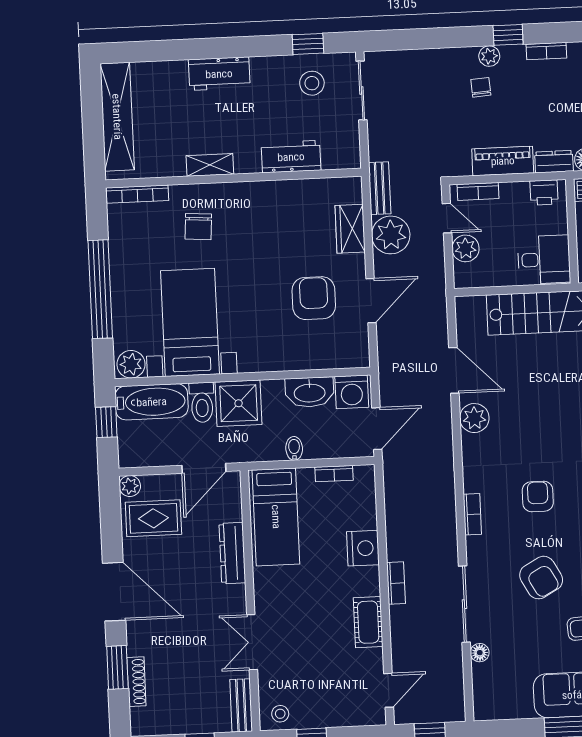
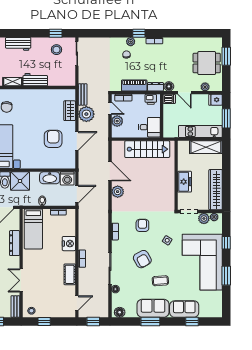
workbench: (291, 157) -> (35, 80), moved
floor lamp: (492, 708) -> (120, 312), added

